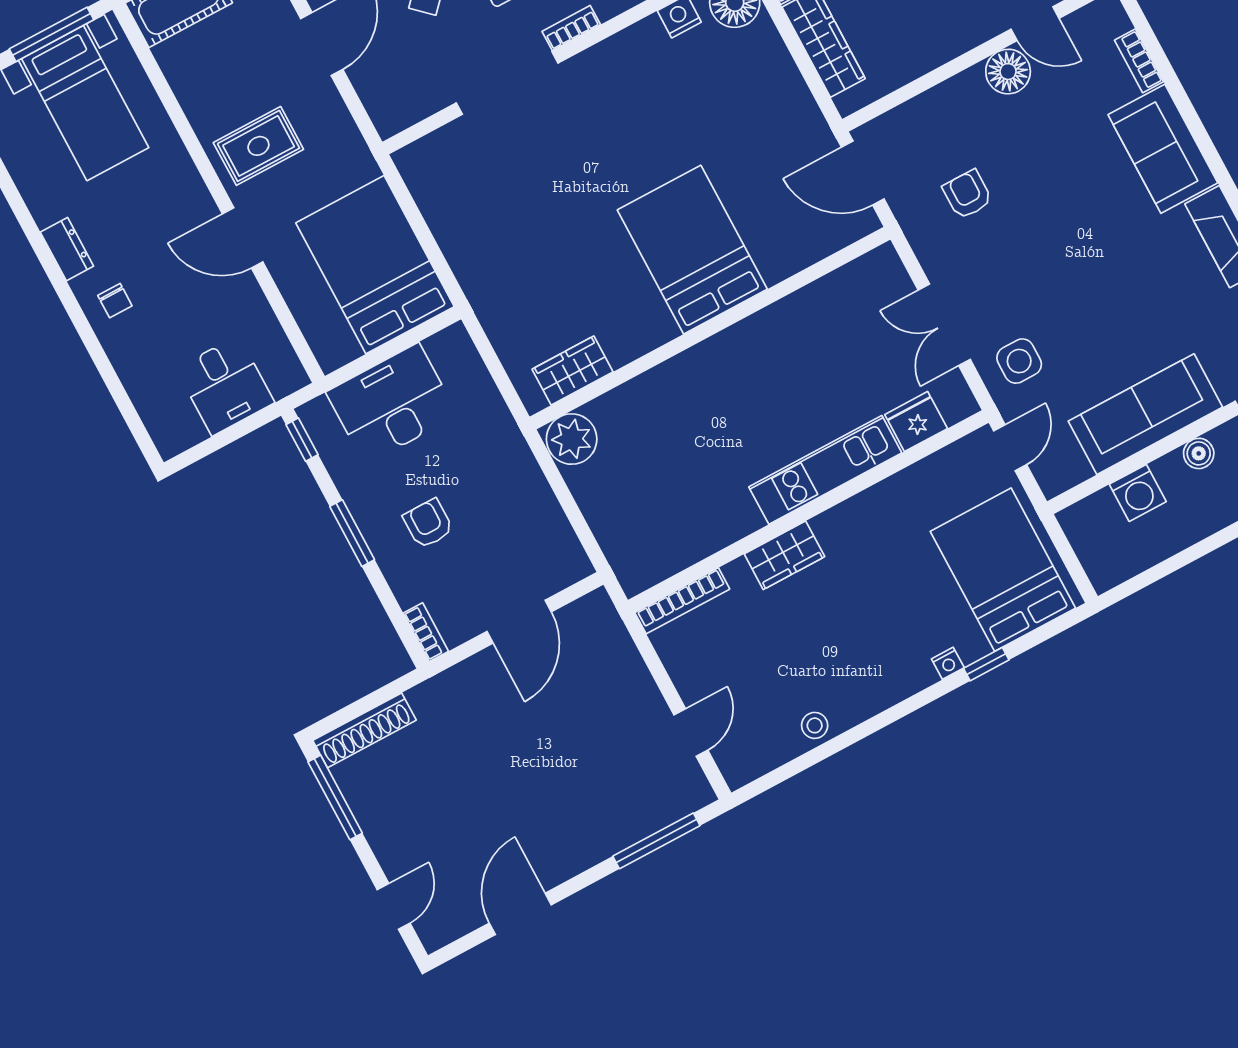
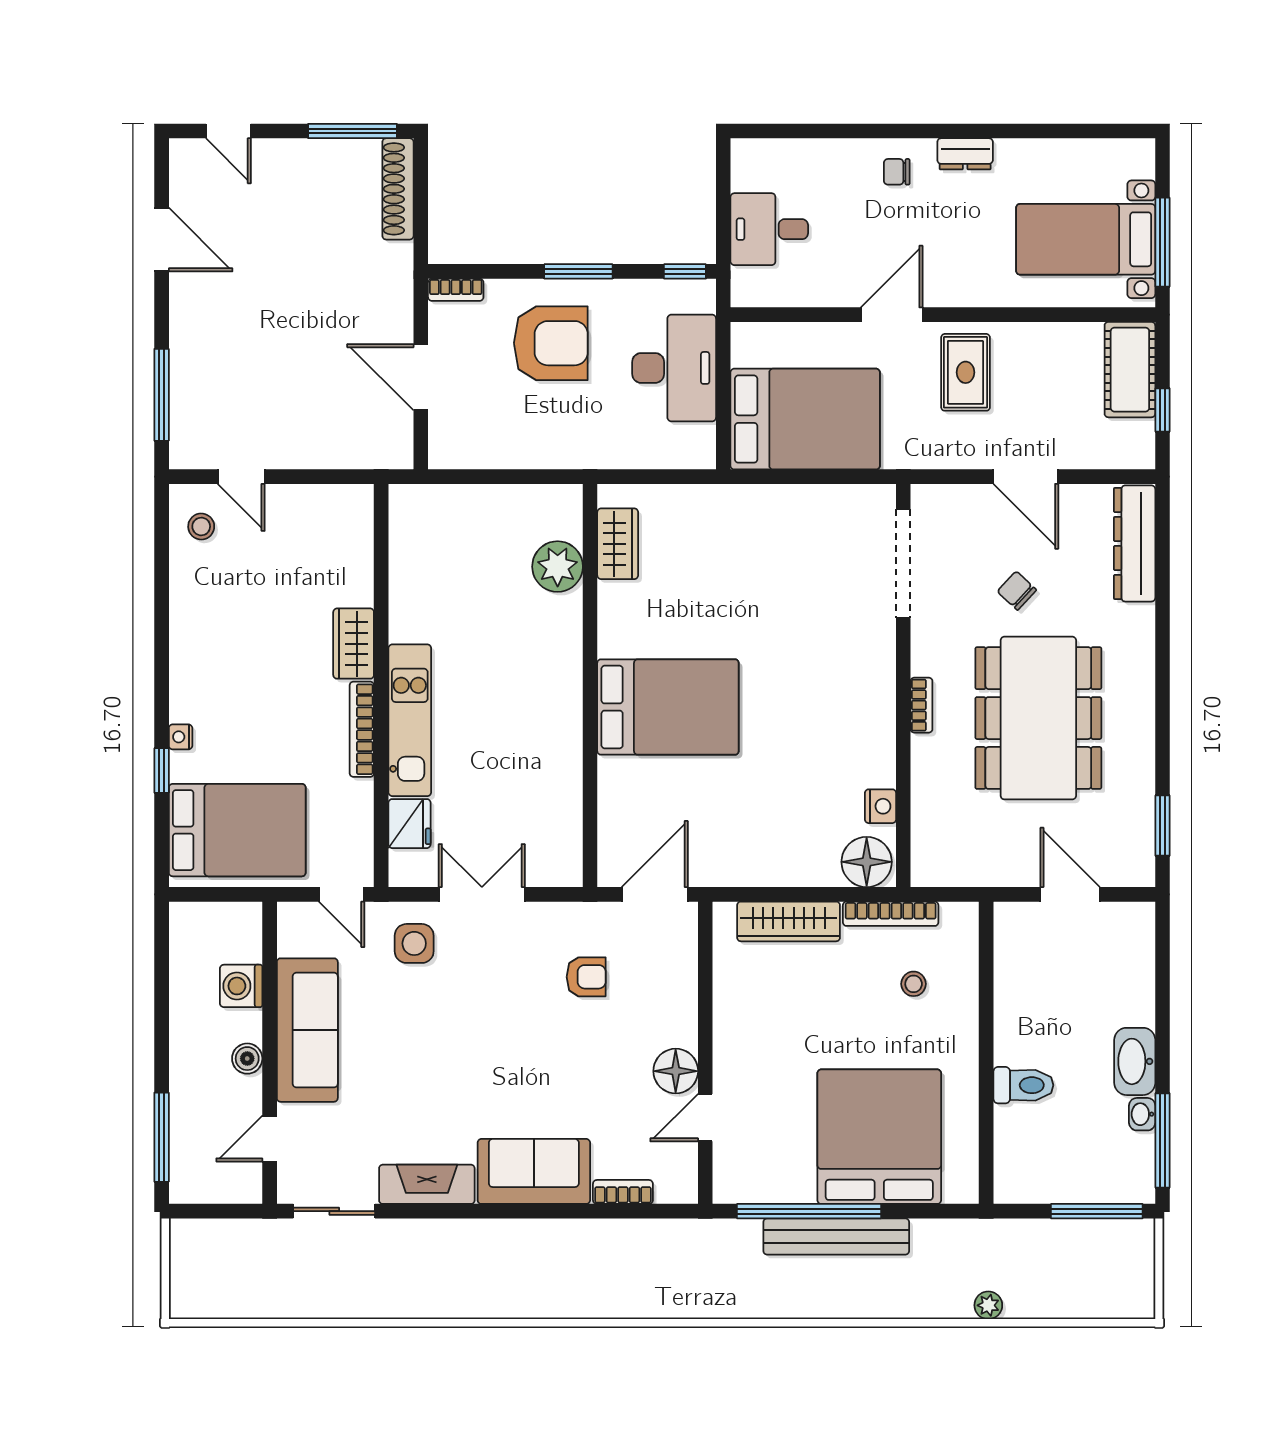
doorway: (507, 83) -> (903, 564), moved
plant: (572, 439) -> (558, 567), moved
armchair: (428, 524) -> (551, 343), width x1.88, depth x1.88
bookcase: (682, 601) -> (362, 729), moved
stool: (815, 725) -> (201, 526), moved

